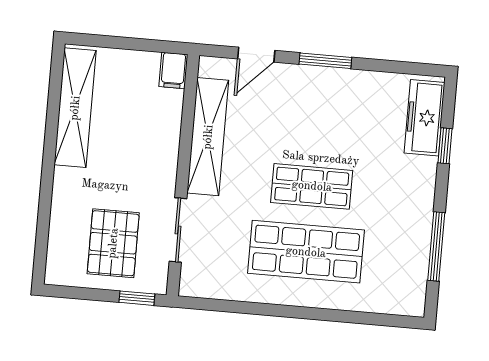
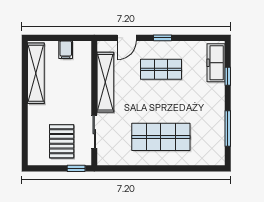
window: (325, 61) -> (162, 38), width x0.67
filing cabinet: (173, 70) -> (66, 50), moved
shop shelf: (312, 186) -> (161, 69), moved

